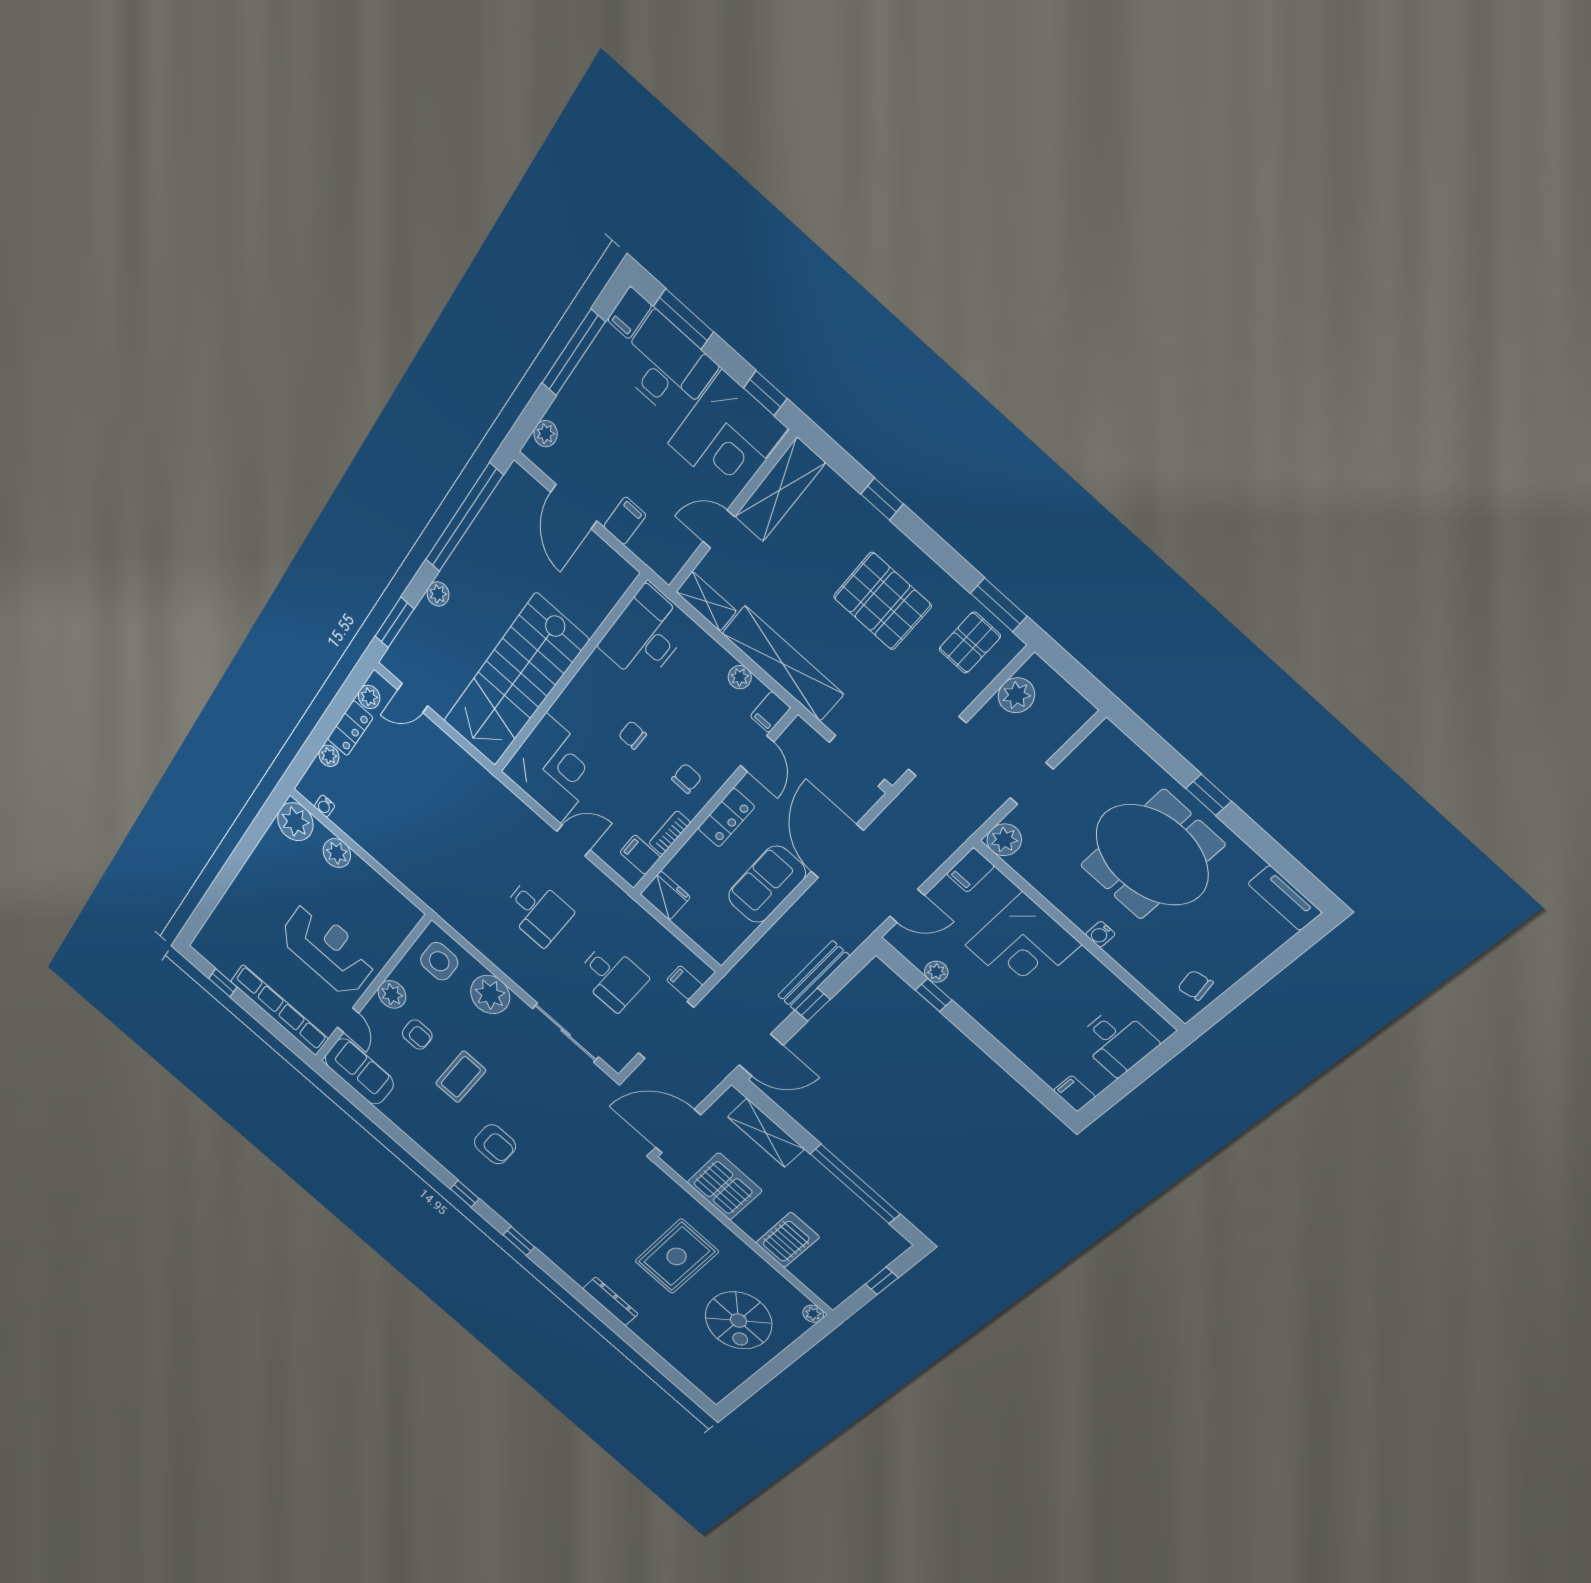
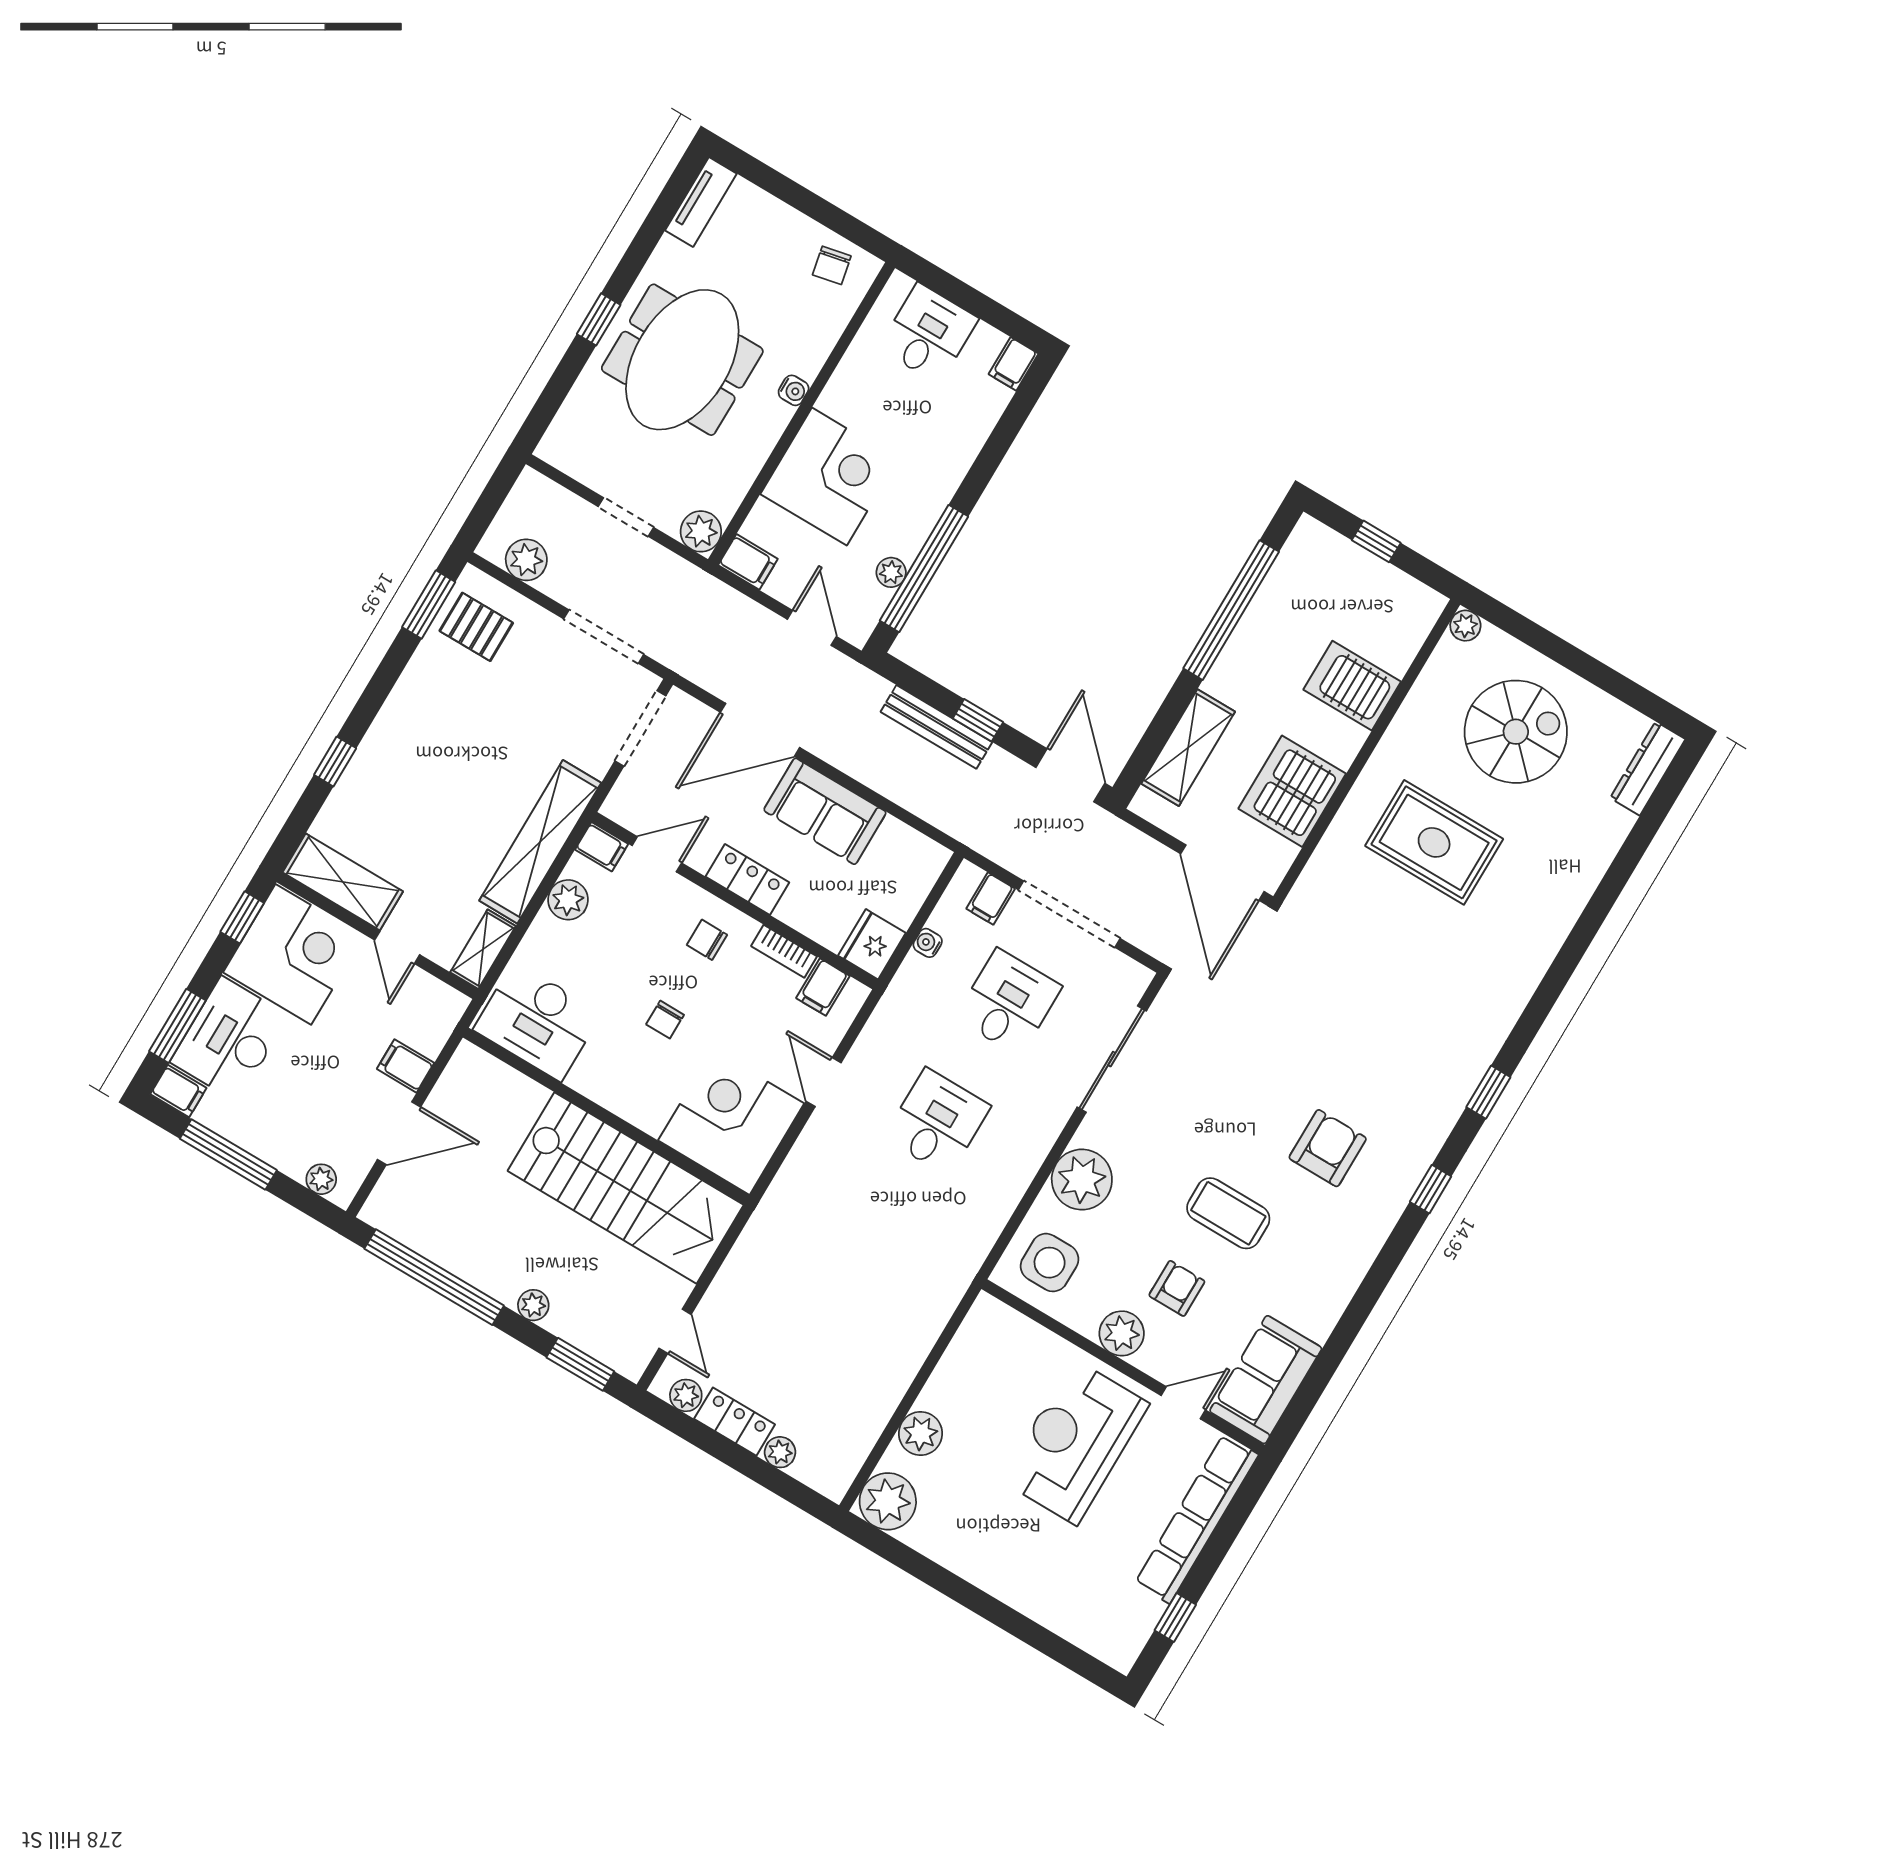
pallet: (882, 601) -> (447, 737), removed
plant: (740, 677) -> (568, 900), width x1.38, depth x1.38
water cooler: (325, 806) -> (928, 943), moved, turned 180
window: (934, 995) -> (924, 568), width x3.17
dresser: (610, 1301) -> (1648, 769), moved

